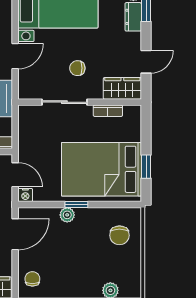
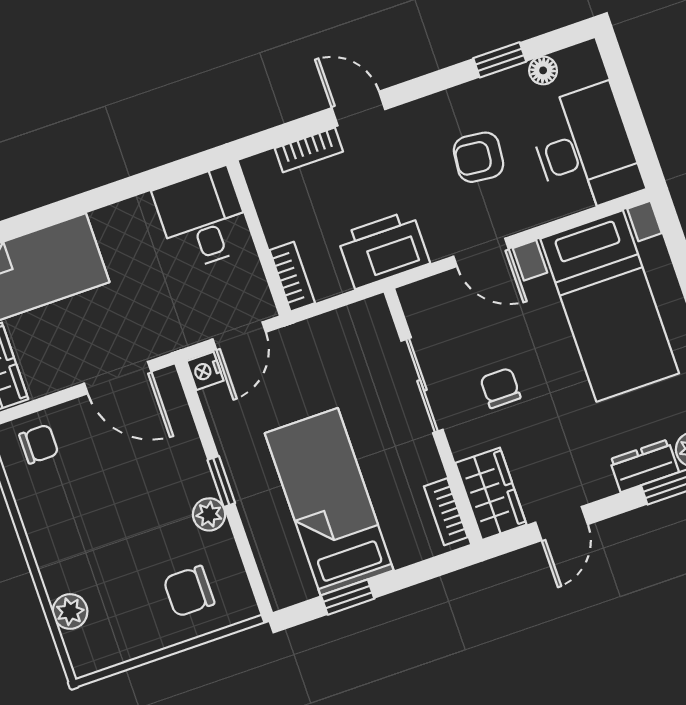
door: (146, 62) -> (562, 523), hinge flipped
bookcase: (108, 111) -> (446, 512), moved
bed: (101, 169) -> (329, 502), width x0.67
plant: (67, 215) -> (209, 514), moved

